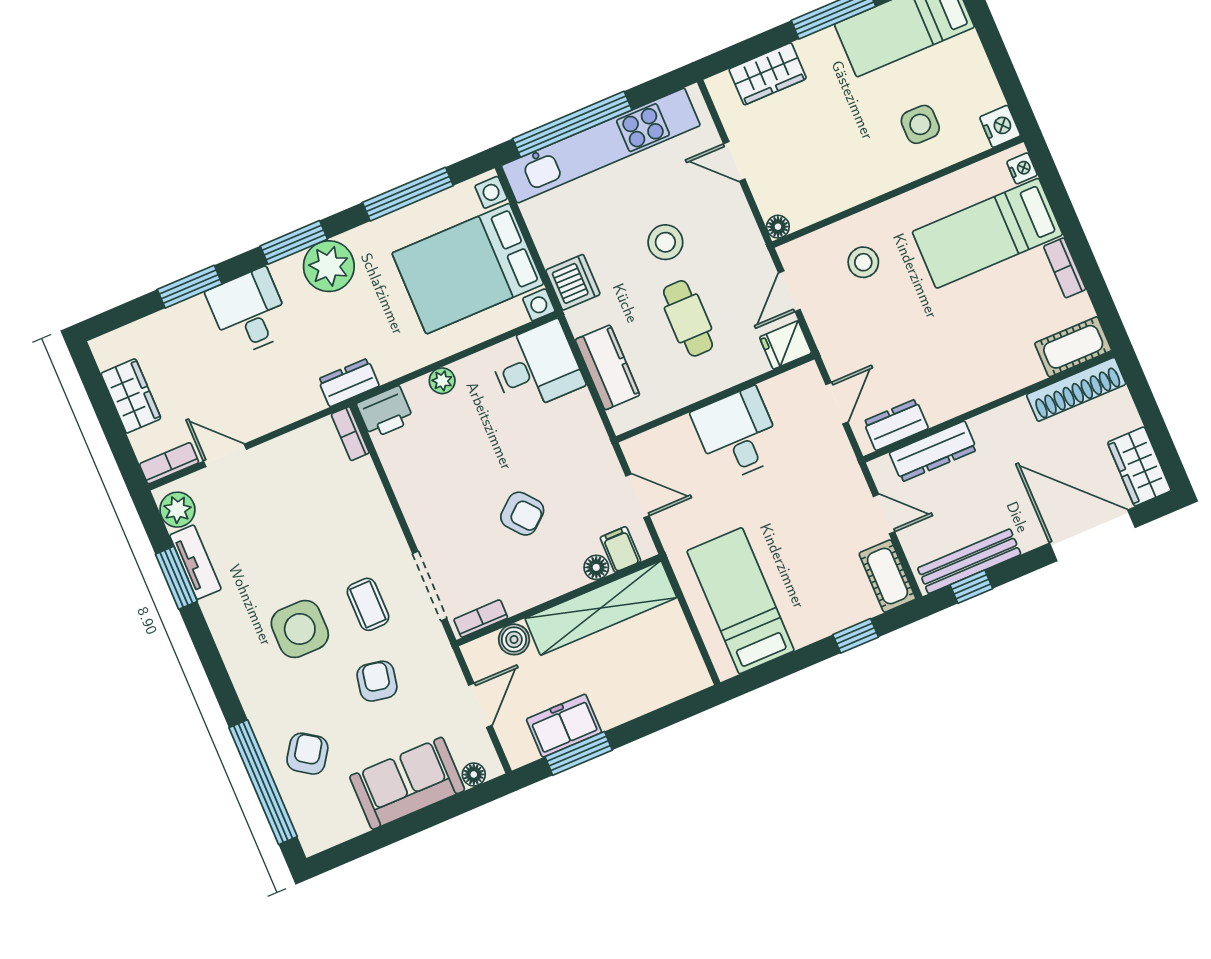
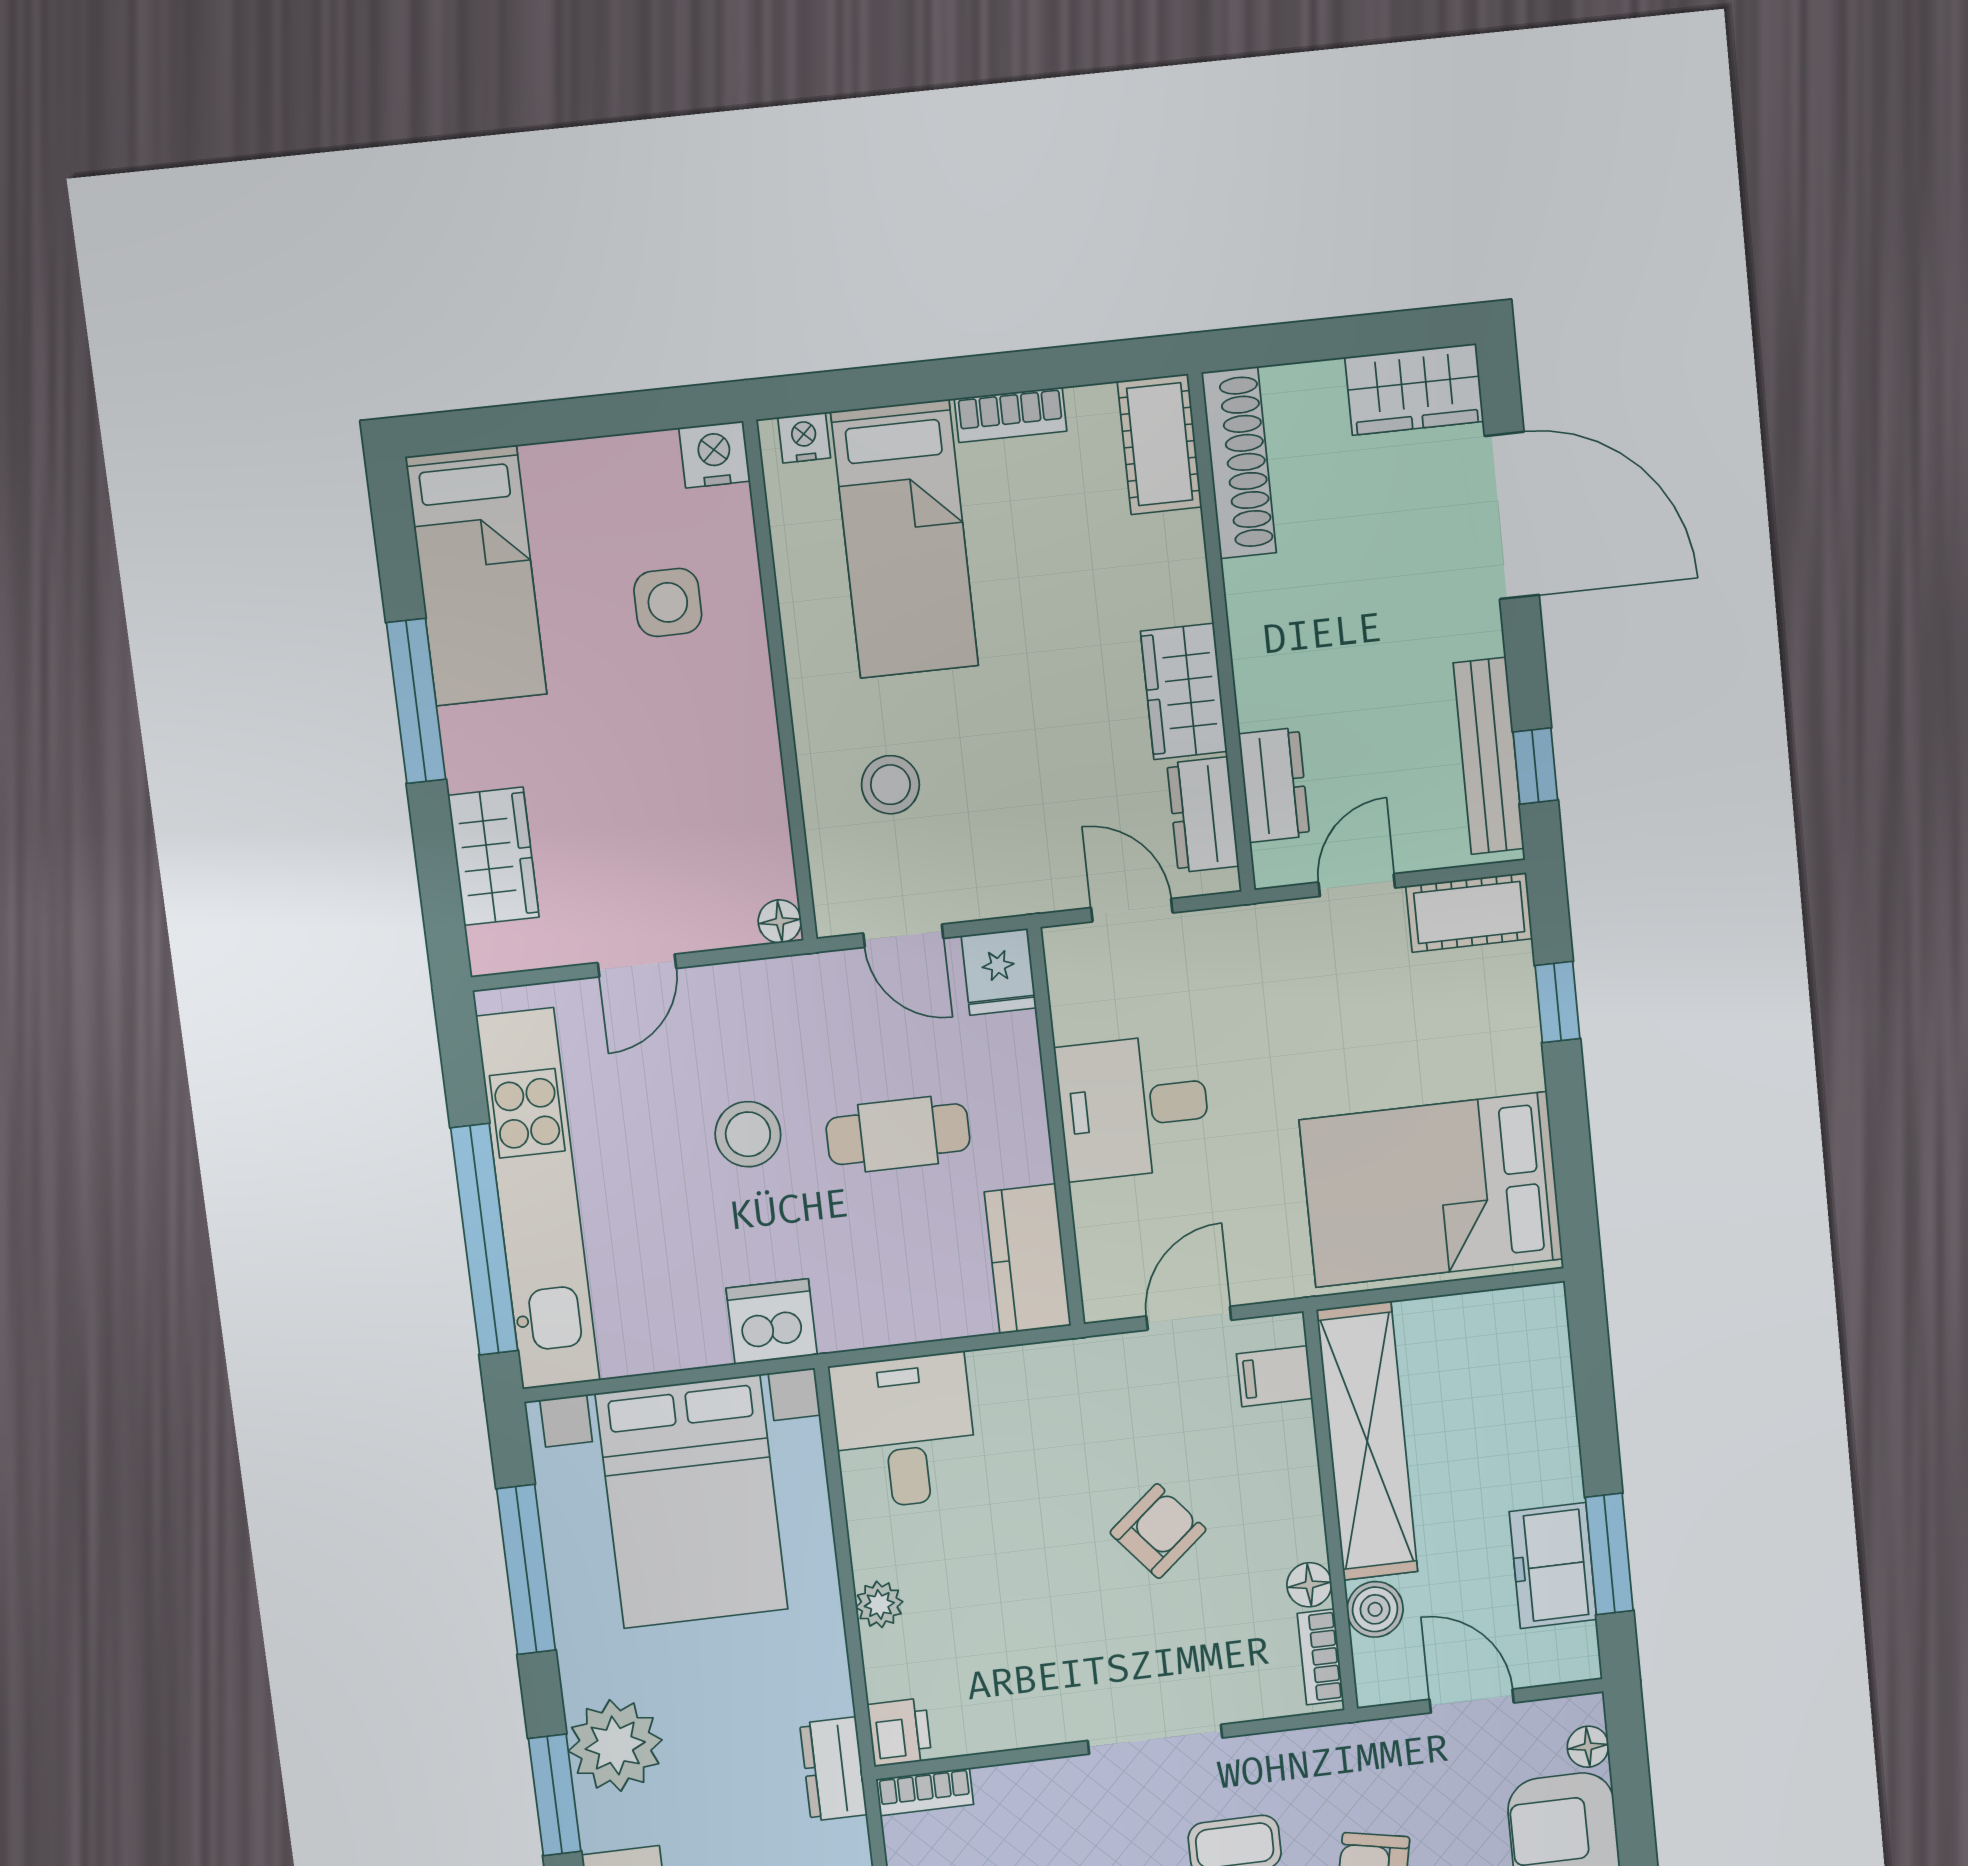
kitchen counter: (607, 367) -> (1028, 1259), moved, turned -90
wardrobe: (955, 396) -> (1184, 691), added
printer: (385, 412) -> (900, 1732), width x0.73, depth x0.81
dresser: (933, 451) -> (1274, 785), width x0.70
door: (1092, 535) -> (1512, 516), swing flipped
floor lamp: (596, 567) -> (1309, 1585), moved
doorway: (430, 586) -> (1155, 1739), moved
bed: (741, 601) -> (1431, 1190), width x1.50

